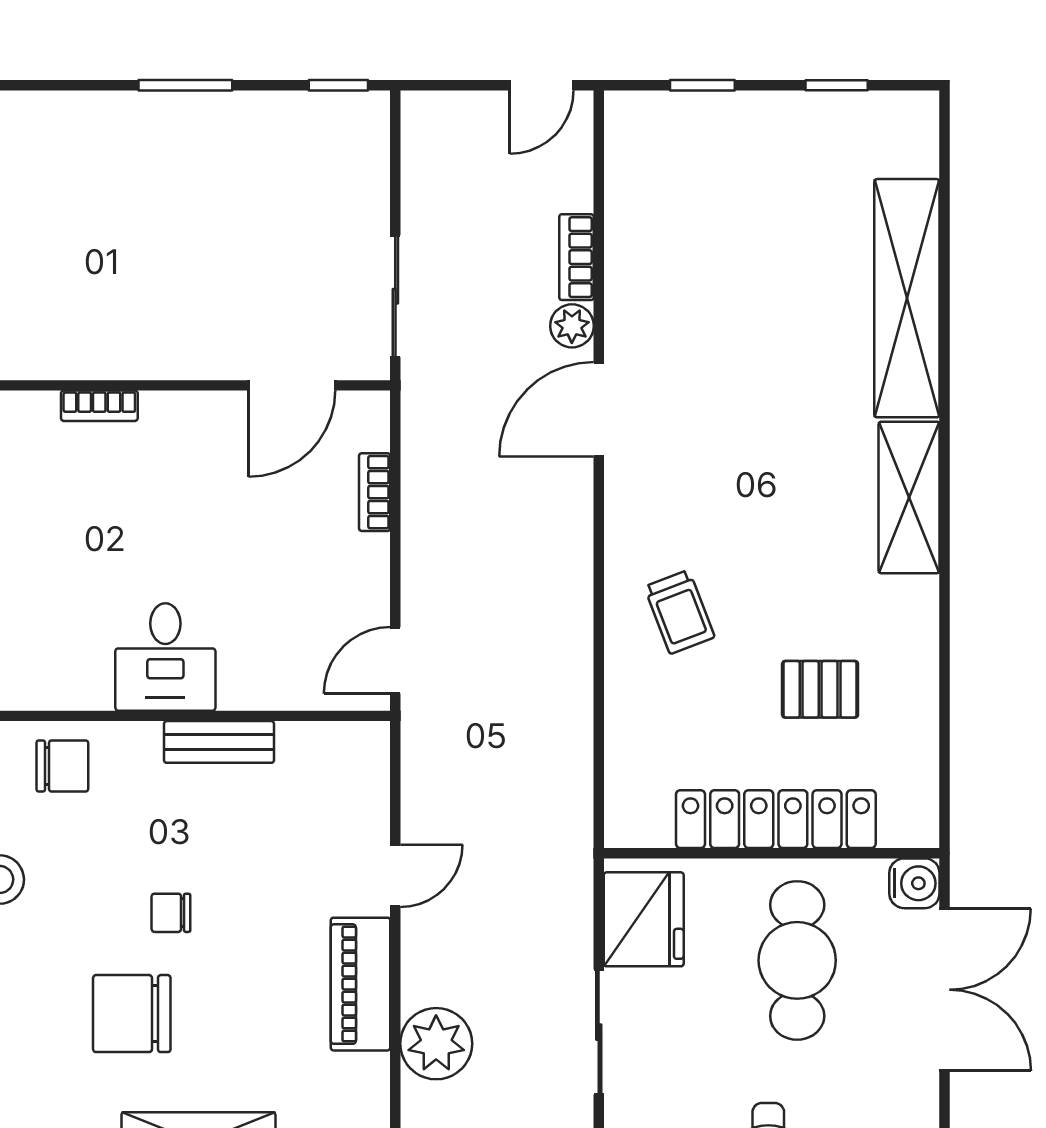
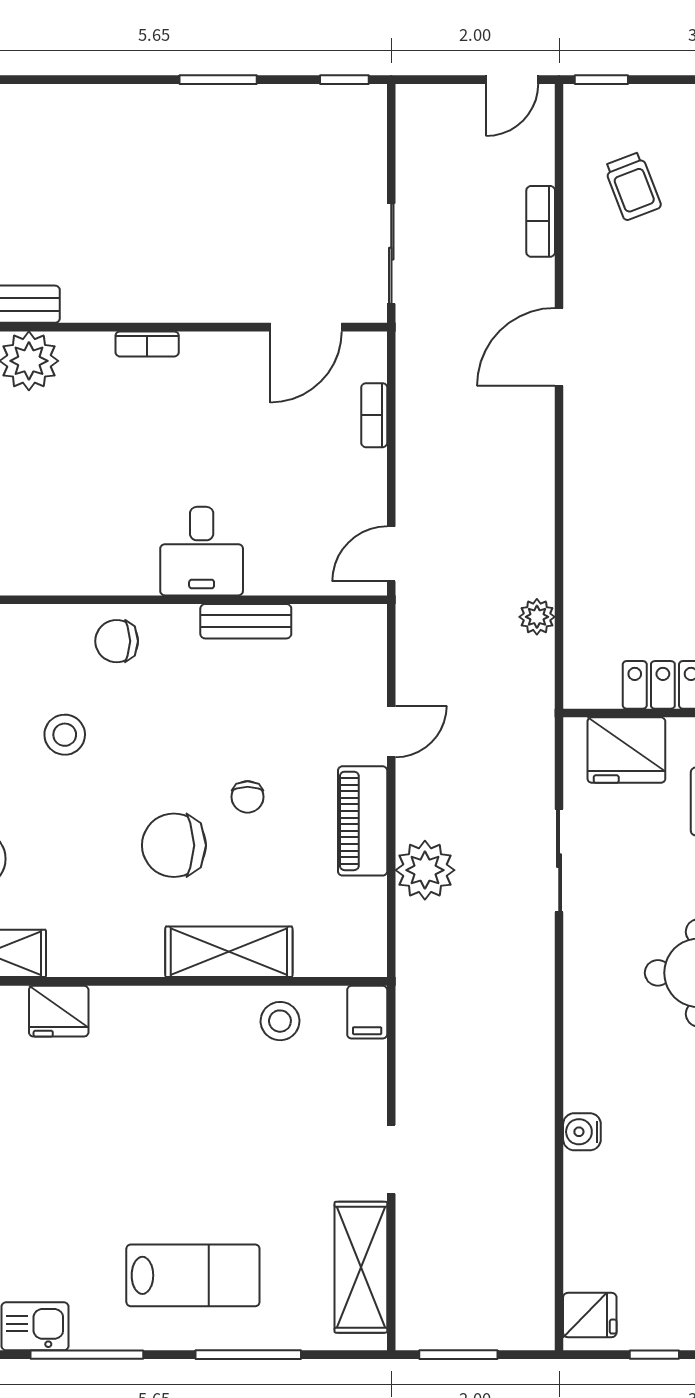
window: (702, 85) -> (601, 80), moved
plant: (572, 326) -> (537, 617), moved
trolley: (679, 612) -> (633, 186), moved
chair: (62, 766) -> (117, 641), turned 180
chair: (171, 913) -> (248, 797), moved, turned -90
fridge: (644, 919) -> (626, 750), moved, turned 90

